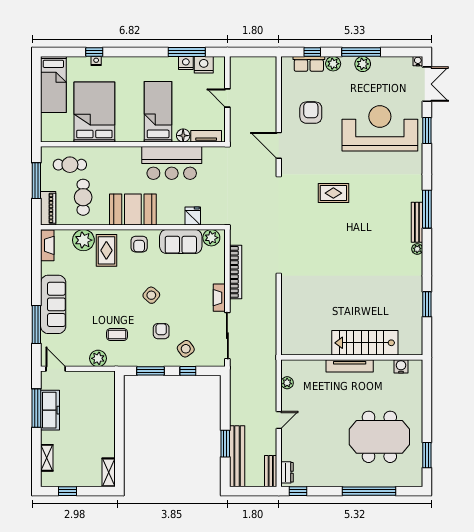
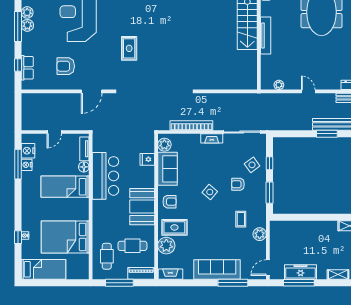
plant: (333, 64) -> (27, 12), moved

